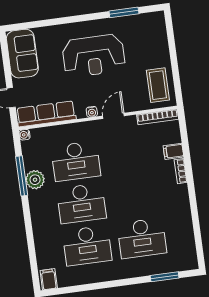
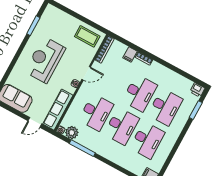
reception desk: (94, 56) -> (45, 60), turned 180
door: (113, 116) -> (86, 73), swing flipped
plant: (35, 180) -> (72, 133), moved
desk: (136, 196) -> (140, 93), added
printer: (190, 261) -> (197, 90), added

